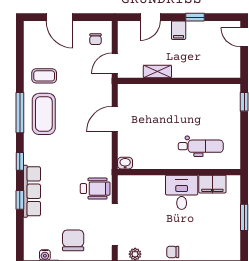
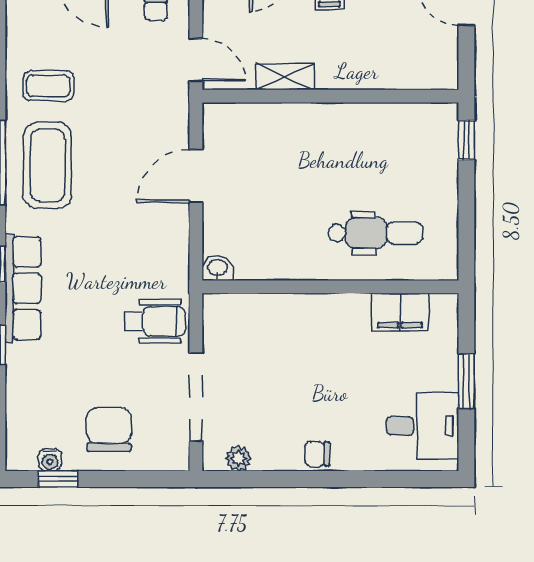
door: (115, 63) -> (196, 60), swing flipped
row of seats: (32, 191) -> (23, 288), moved
desk: (182, 192) -> (423, 426), moved, turned 90

